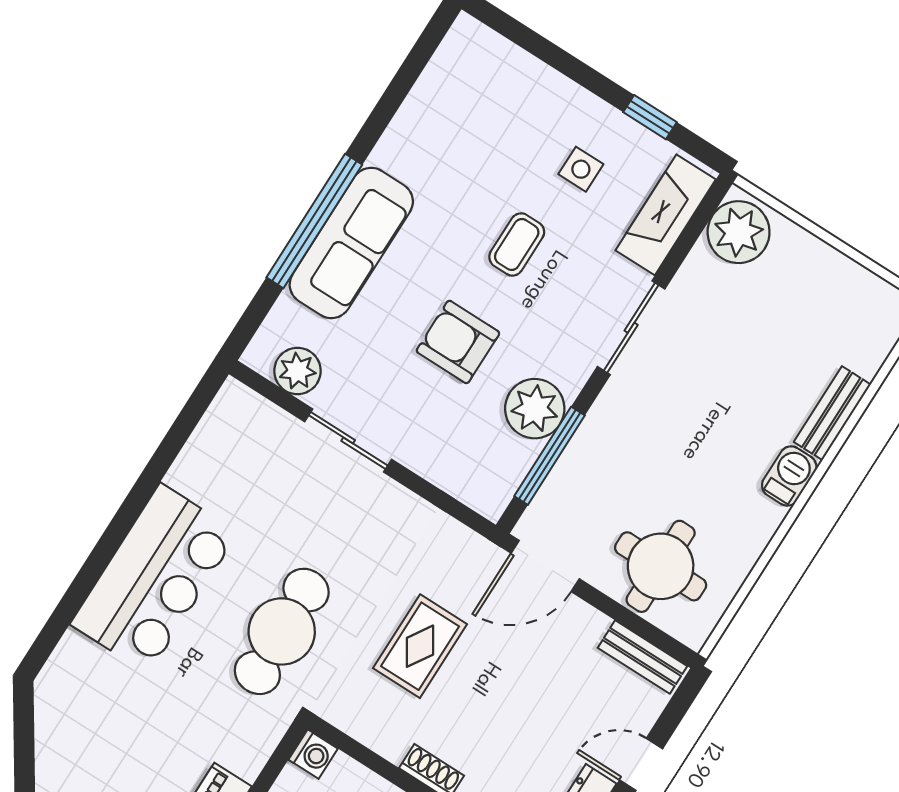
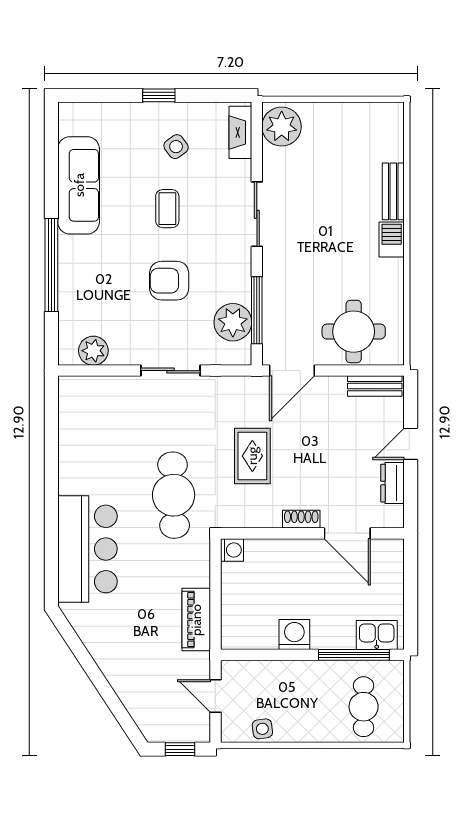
window: (650, 117) -> (159, 95), moved
side table: (581, 169) -> (176, 147), turned -36
fireplace: (666, 215) -> (240, 132), width x0.73, depth x0.76
sofa: (351, 243) -> (79, 185), moved
plant: (535, 409) -> (233, 322), moved
sliding door: (348, 440) -> (170, 371), moved
bar counter: (154, 578) -> (87, 549), moved

